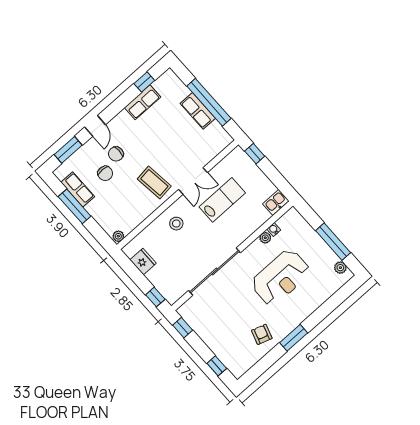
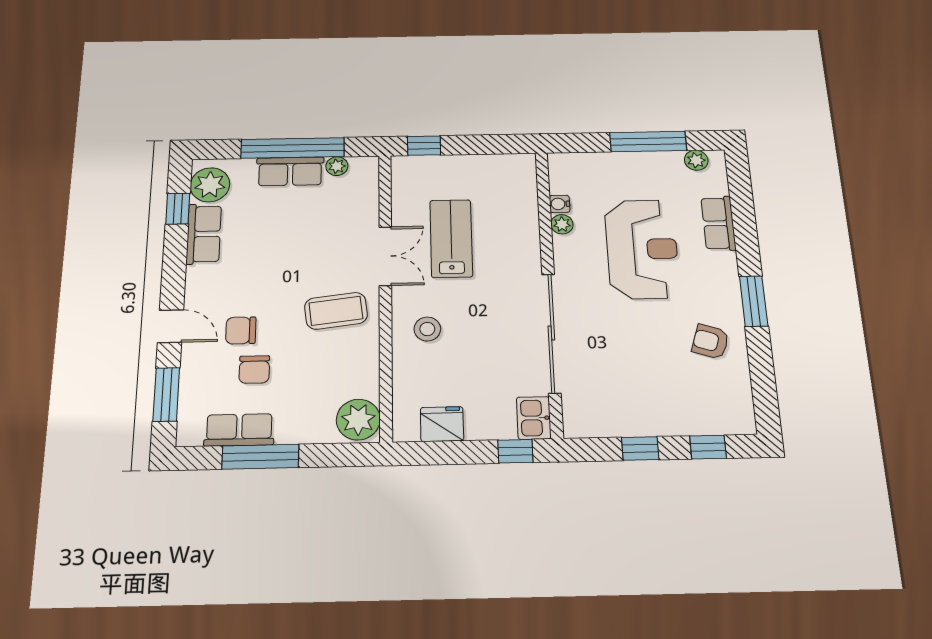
plant: (165, 85) -> (210, 185), added
plant: (216, 127) -> (337, 166), added
chair: (116, 154) -> (241, 330), turned 90
chair: (105, 173) -> (254, 369), turned 88
kitchen sink: (276, 202) -> (534, 418), moved
plant: (118, 236) -> (358, 420), width x1.87, depth x1.87
row of seats: (318, 298) -> (718, 223), added
window: (183, 328) -> (640, 448), moved

